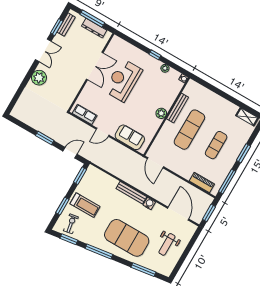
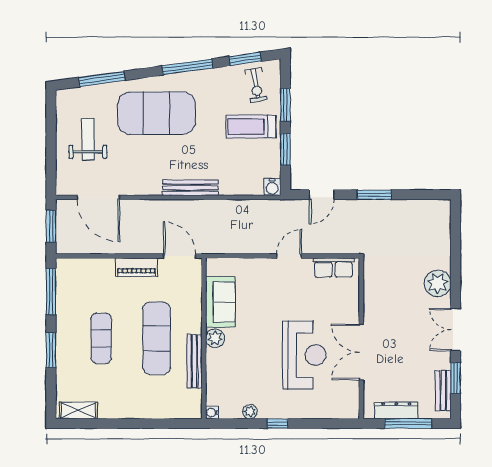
sofa: (130, 137) -> (220, 302), moved, turned -90
window: (80, 176) -> (285, 149), moved
piano: (202, 183) -> (137, 267), moved
water cooler: (149, 204) -> (272, 187), moved

